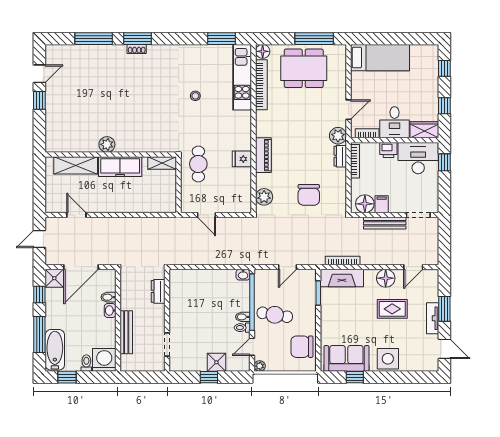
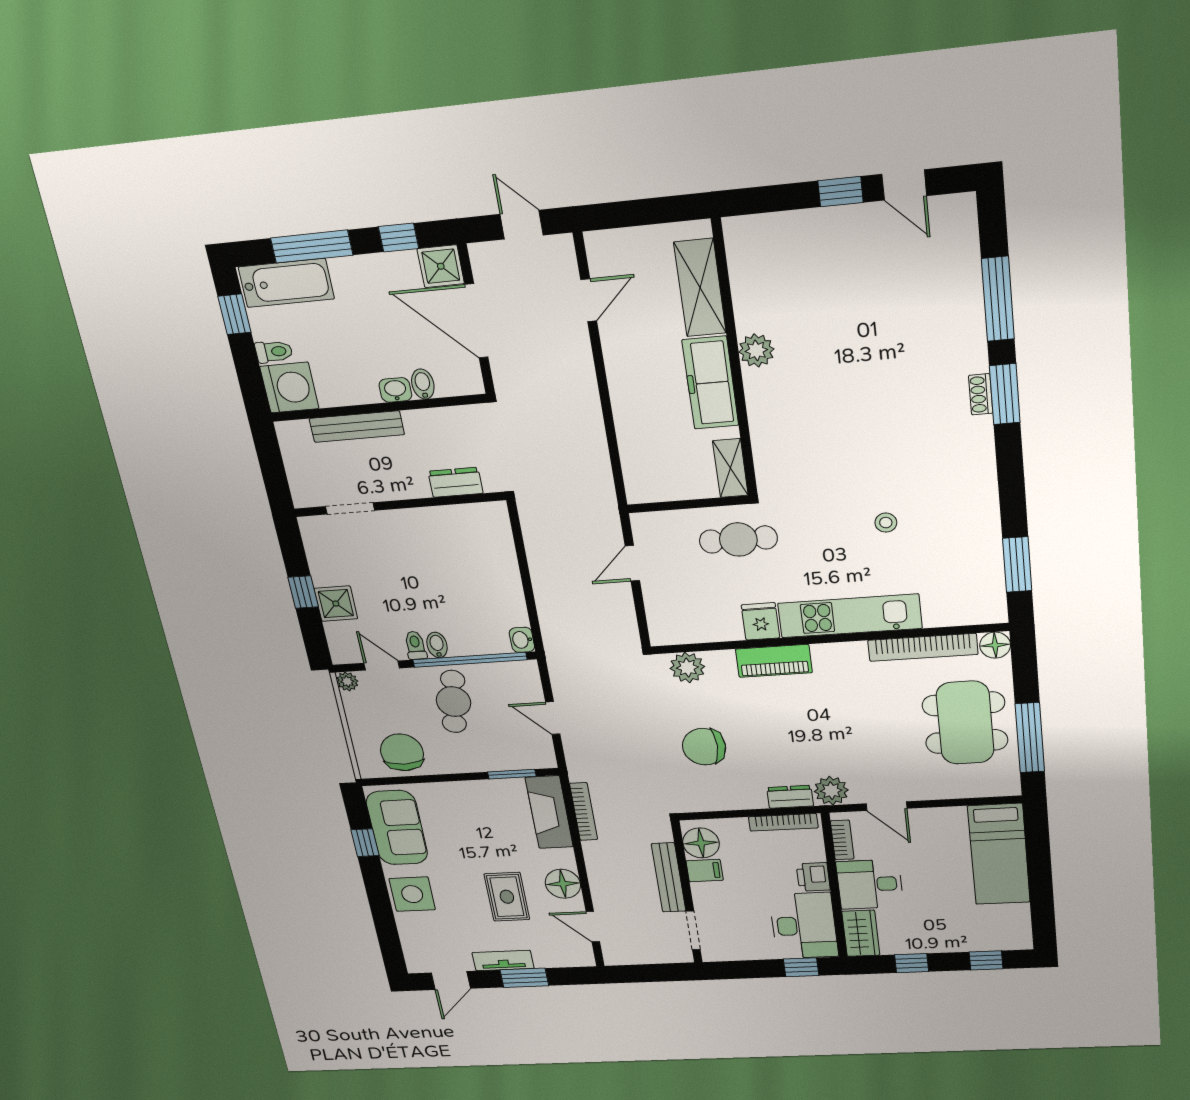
kitchen unit: (242, 77) -> (850, 616), moved

